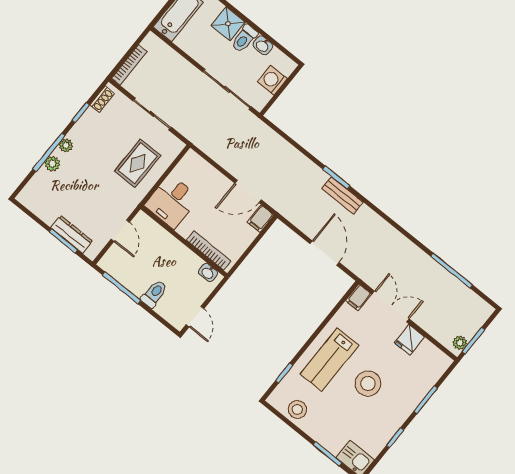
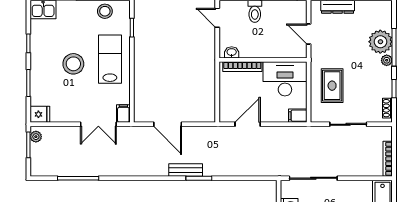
bookcase: (129, 65) -> (388, 159), moved
plant: (52, 164) -> (380, 42), width x1.88, depth x1.88
desk: (172, 201) -> (285, 79), width x1.37
filing cabinet: (260, 219) -> (298, 116), moved, turned -90
fridge: (409, 340) -> (40, 114), moved, turned 90

